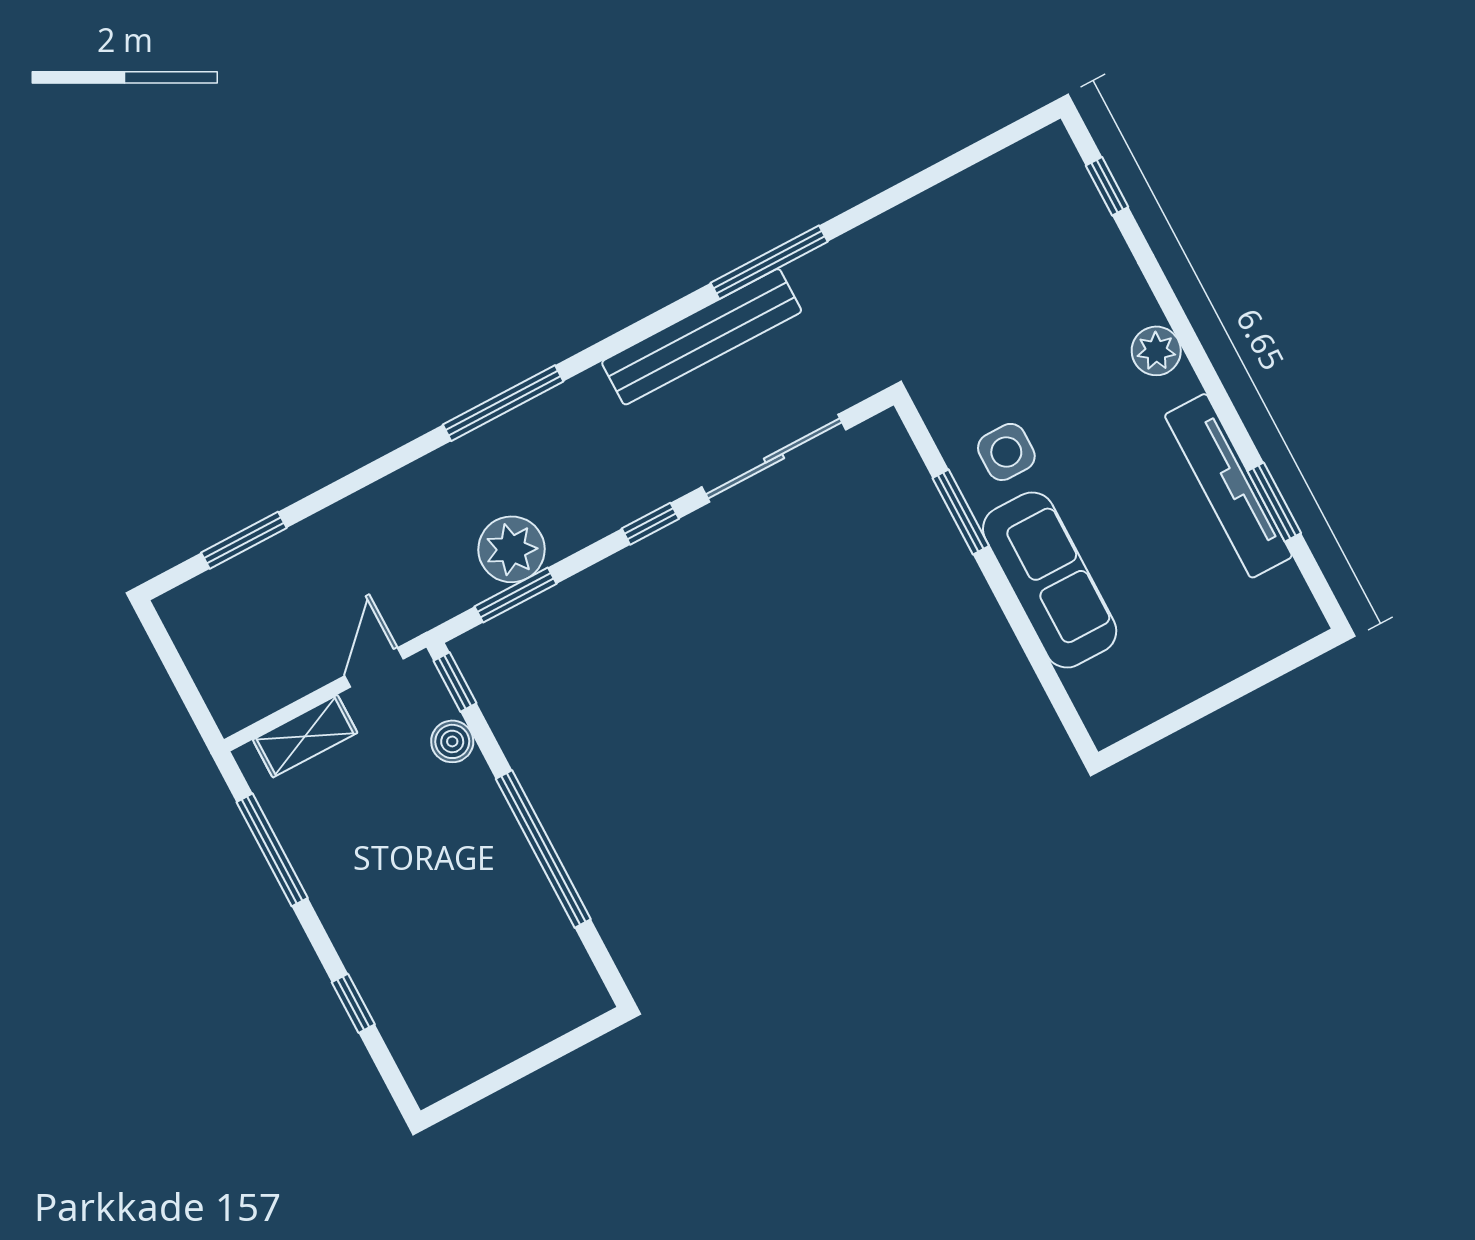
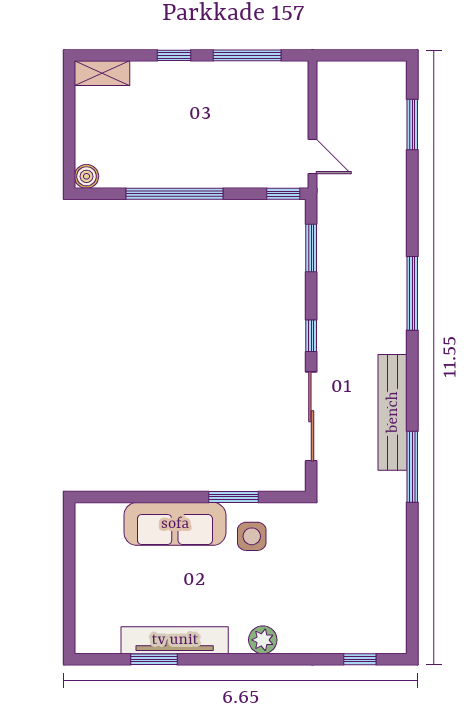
plant: (512, 549) -> (336, 258), removed
shelving: (305, 736) -> (102, 73), moved, turned 90
boiler: (452, 741) -> (87, 176), moved
window: (353, 1003) -> (174, 55), moved

